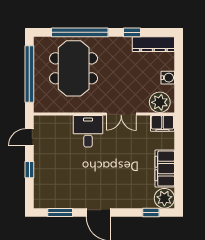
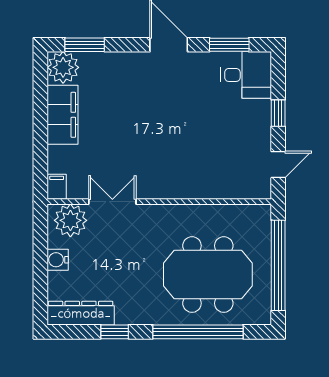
meeting table: (74, 68) -> (208, 275), turned 90
double door: (121, 114) -> (112, 202), moved
filing cabinet: (162, 123) -> (57, 187), width x0.50
desk: (88, 131) -> (246, 75), moved, turned -90
window: (151, 213) -> (85, 45), width x1.50

